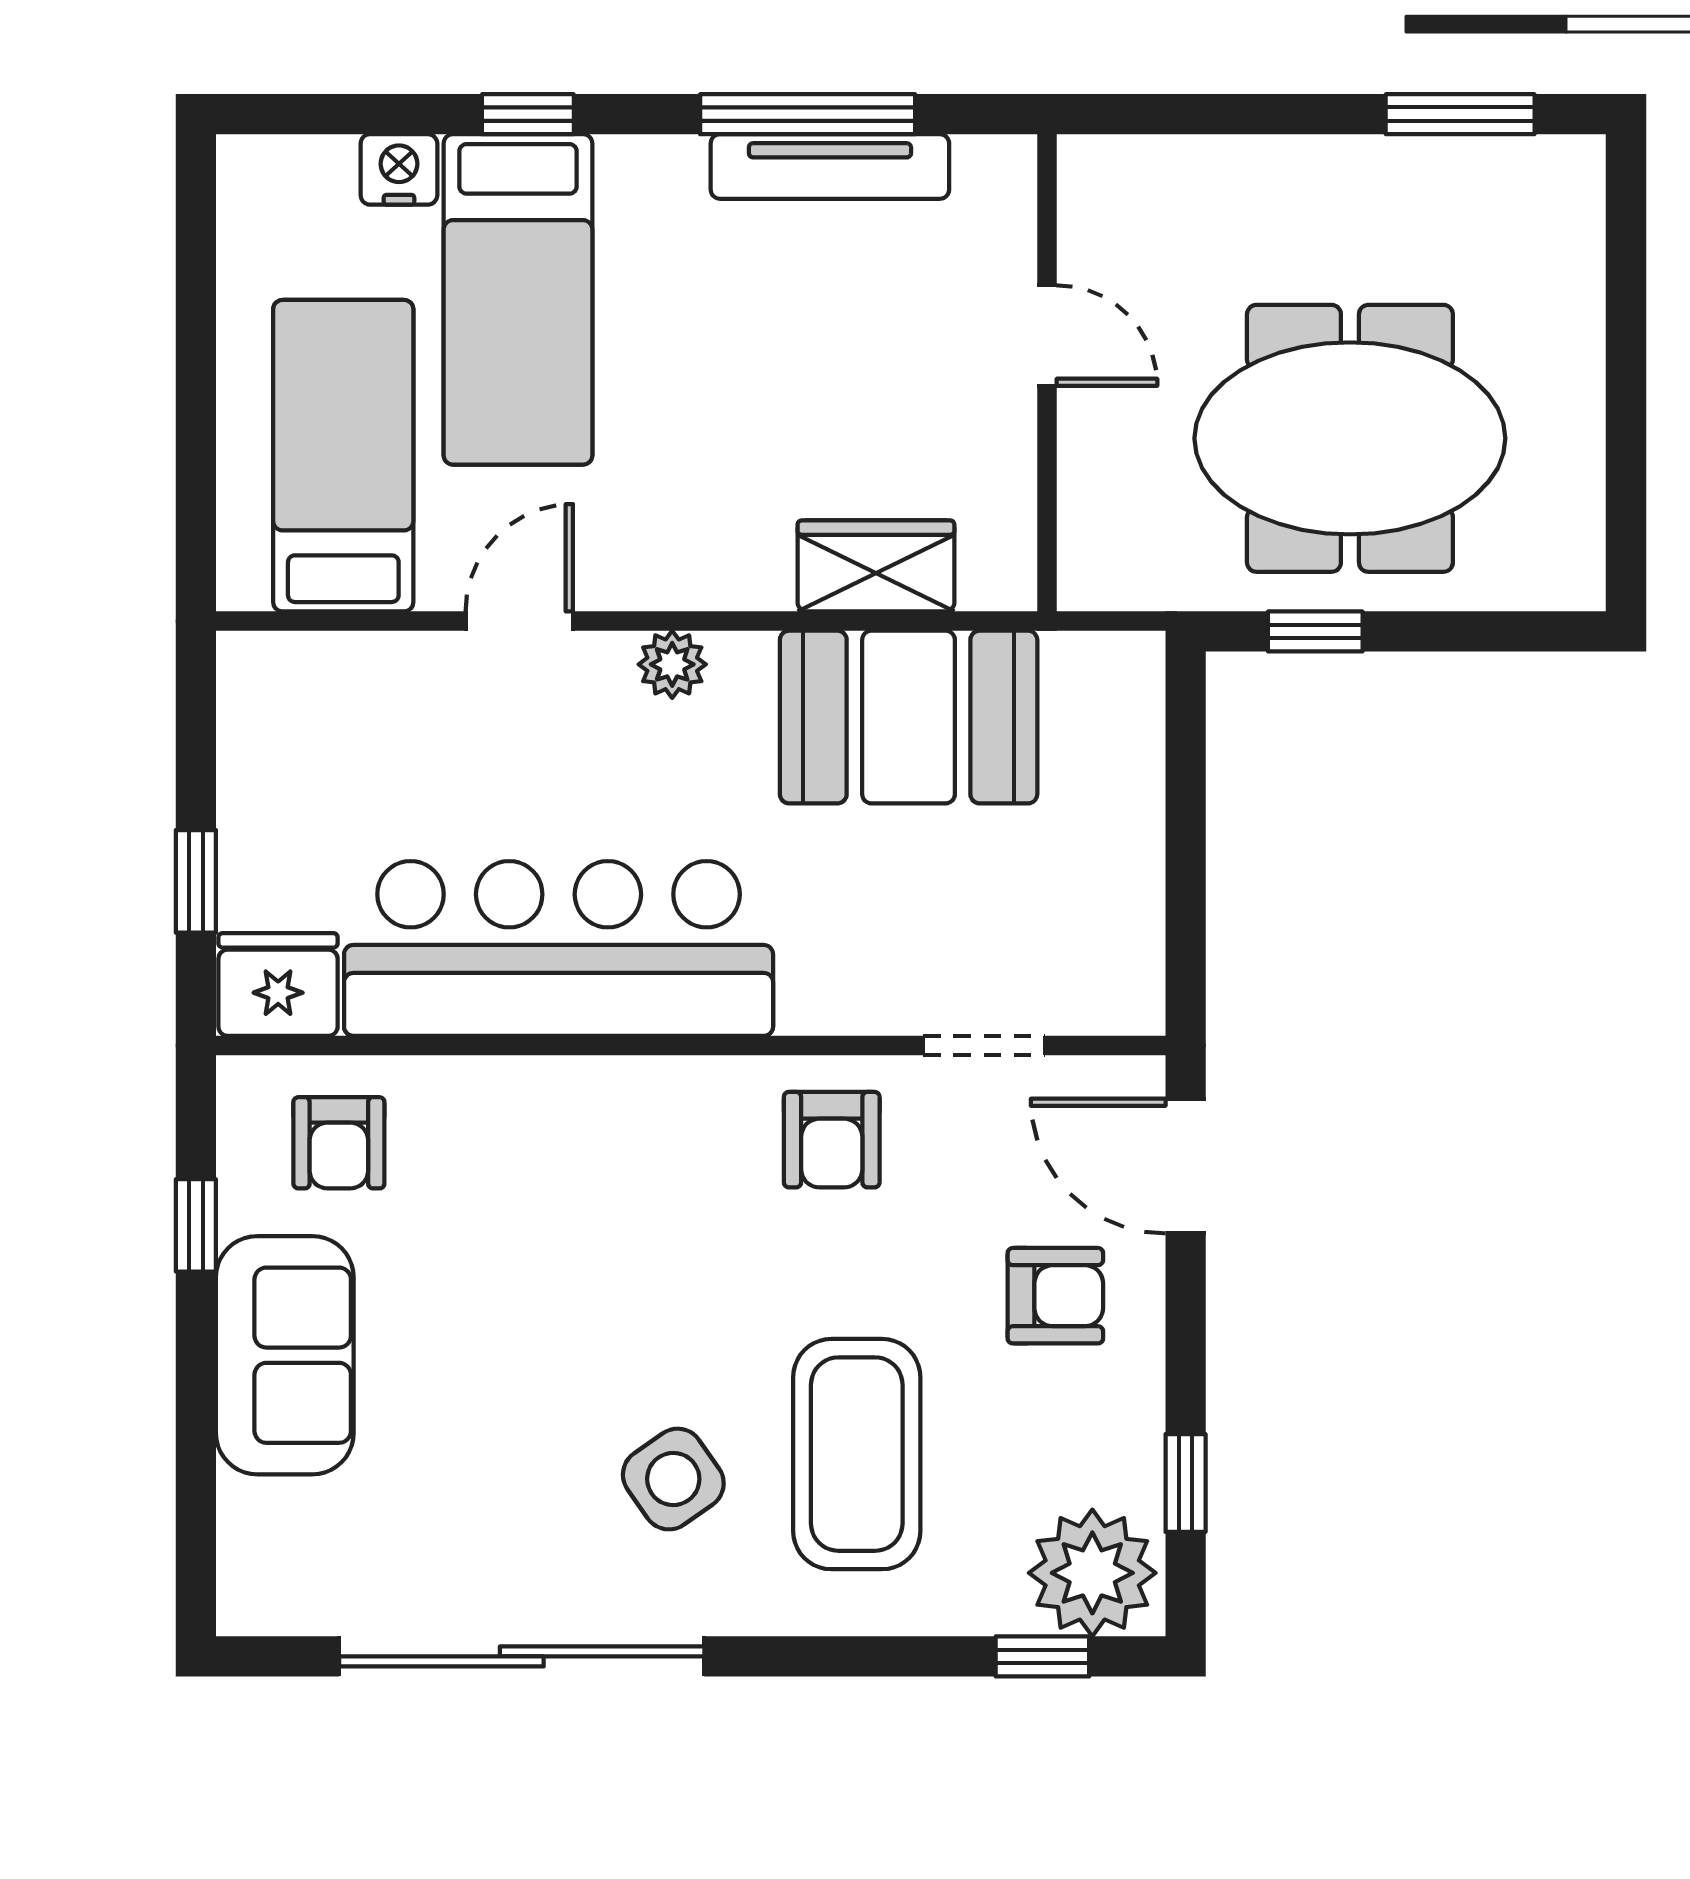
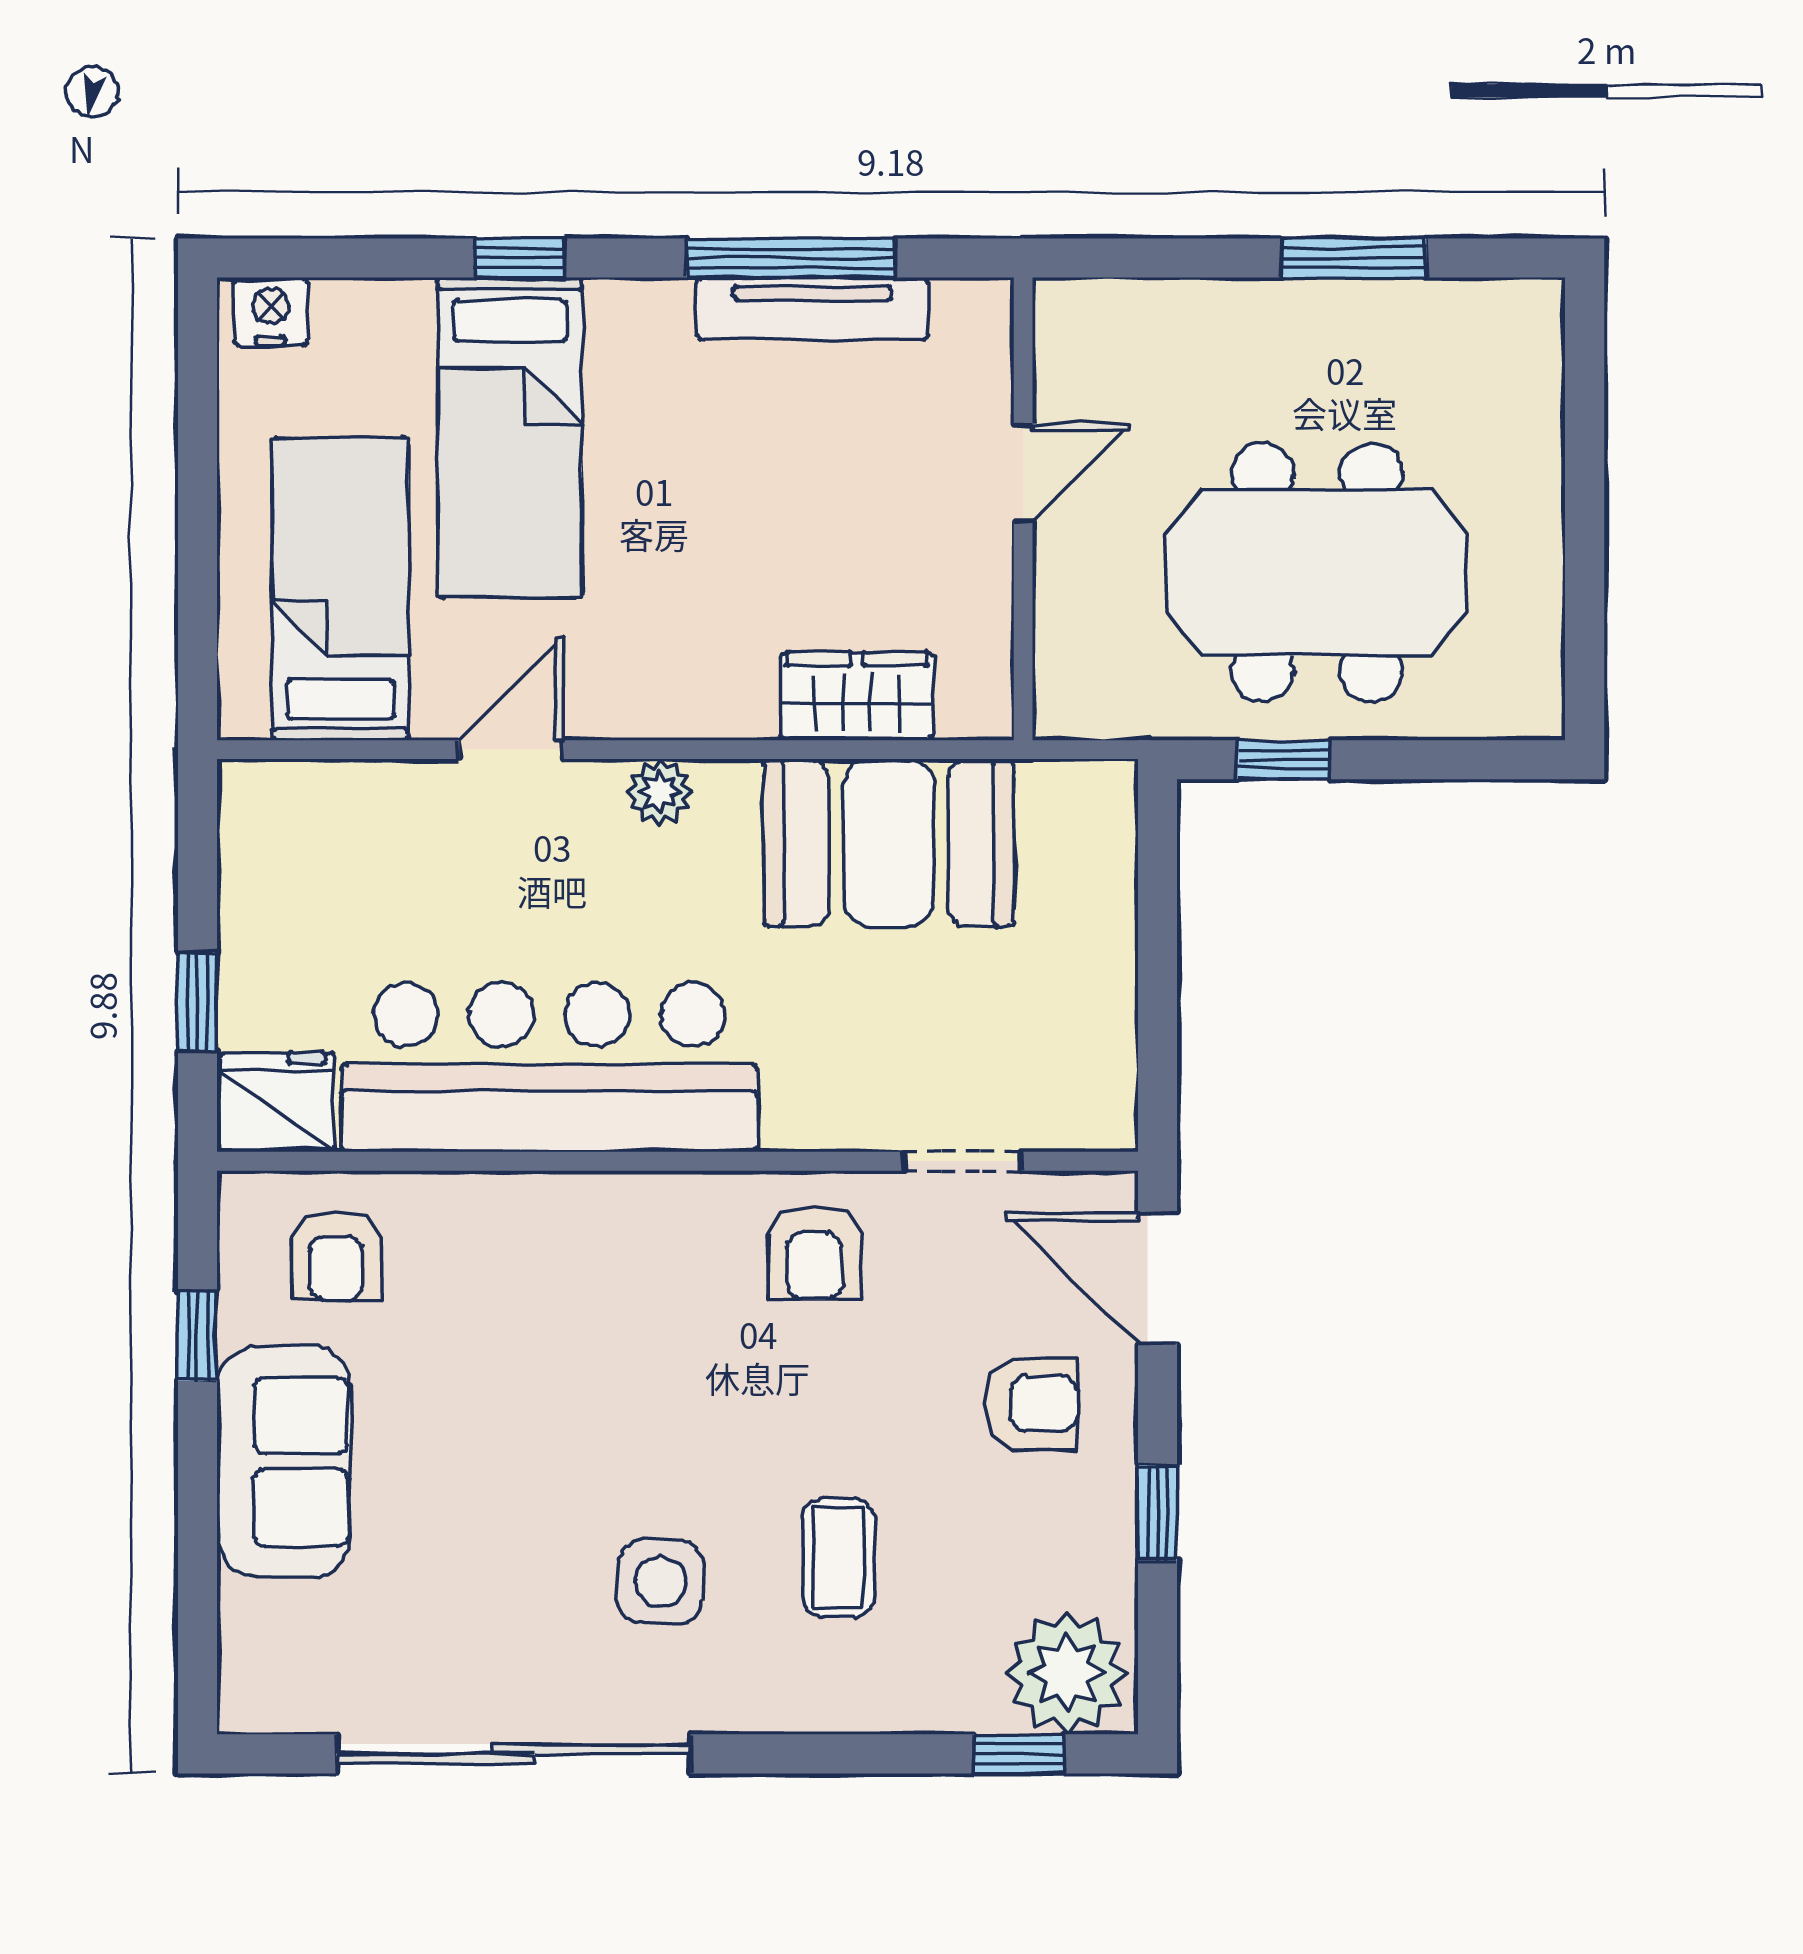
window: (1460, 114) -> (1354, 258), moved
nightstand: (399, 169) -> (271, 312), moved
door: (1047, 336) -> (1023, 473), hinge flipped
coffee table: (857, 1454) -> (838, 1558), width x0.54, depth x0.58
side table: (673, 1479) -> (660, 1582), turned 35
window: (1186, 1483) -> (1157, 1513), moved

